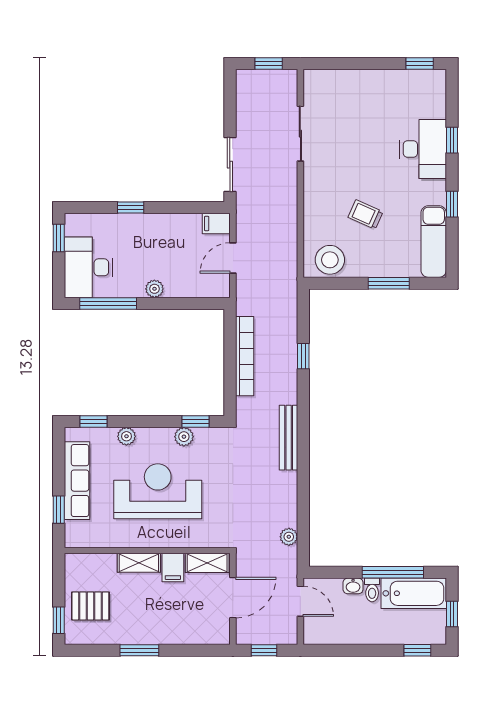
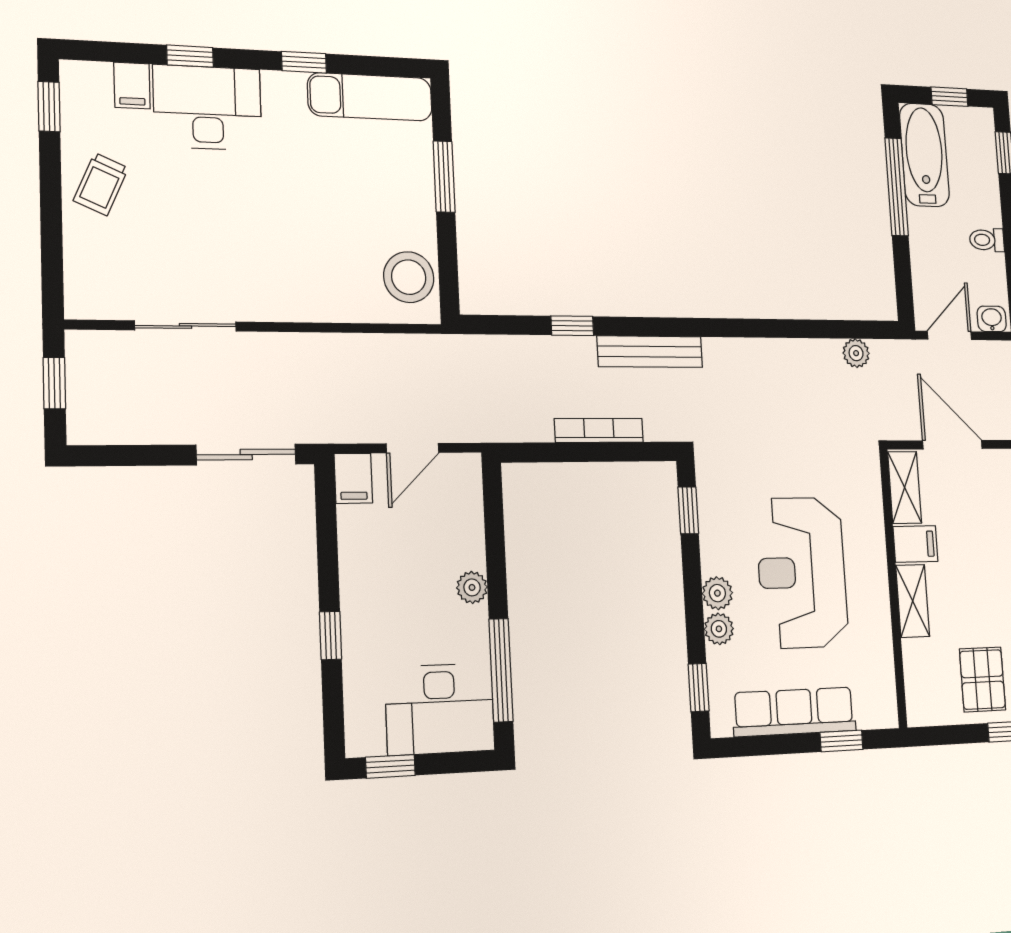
filing cabinet: (434, 108) -> (132, 85), added
trolley: (365, 215) -> (101, 184), moved
door: (233, 258) -> (413, 448), hinge flipped
bookcase: (245, 356) -> (599, 430), width x0.68, depth x0.76
plant: (184, 437) -> (717, 593), moved
bench: (289, 438) -> (650, 352), moved
washbasin: (353, 586) -> (992, 319), moved, turned -90
toilet: (372, 590) -> (987, 240), moved, turned 180

